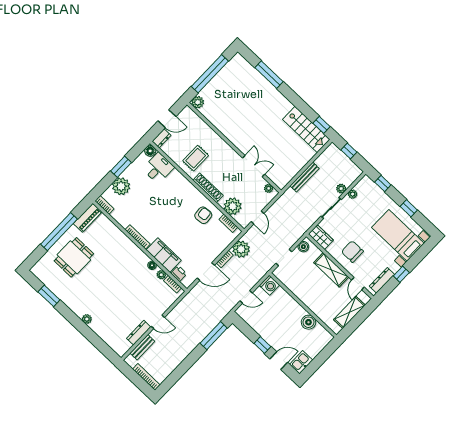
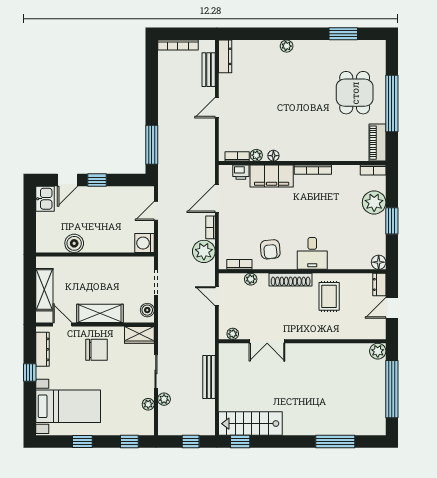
desk: (158, 168) -> (312, 253), moved
plant: (233, 206) -> (251, 279), width x0.53, depth x0.53
dresser: (139, 333) -> (225, 56), moved

